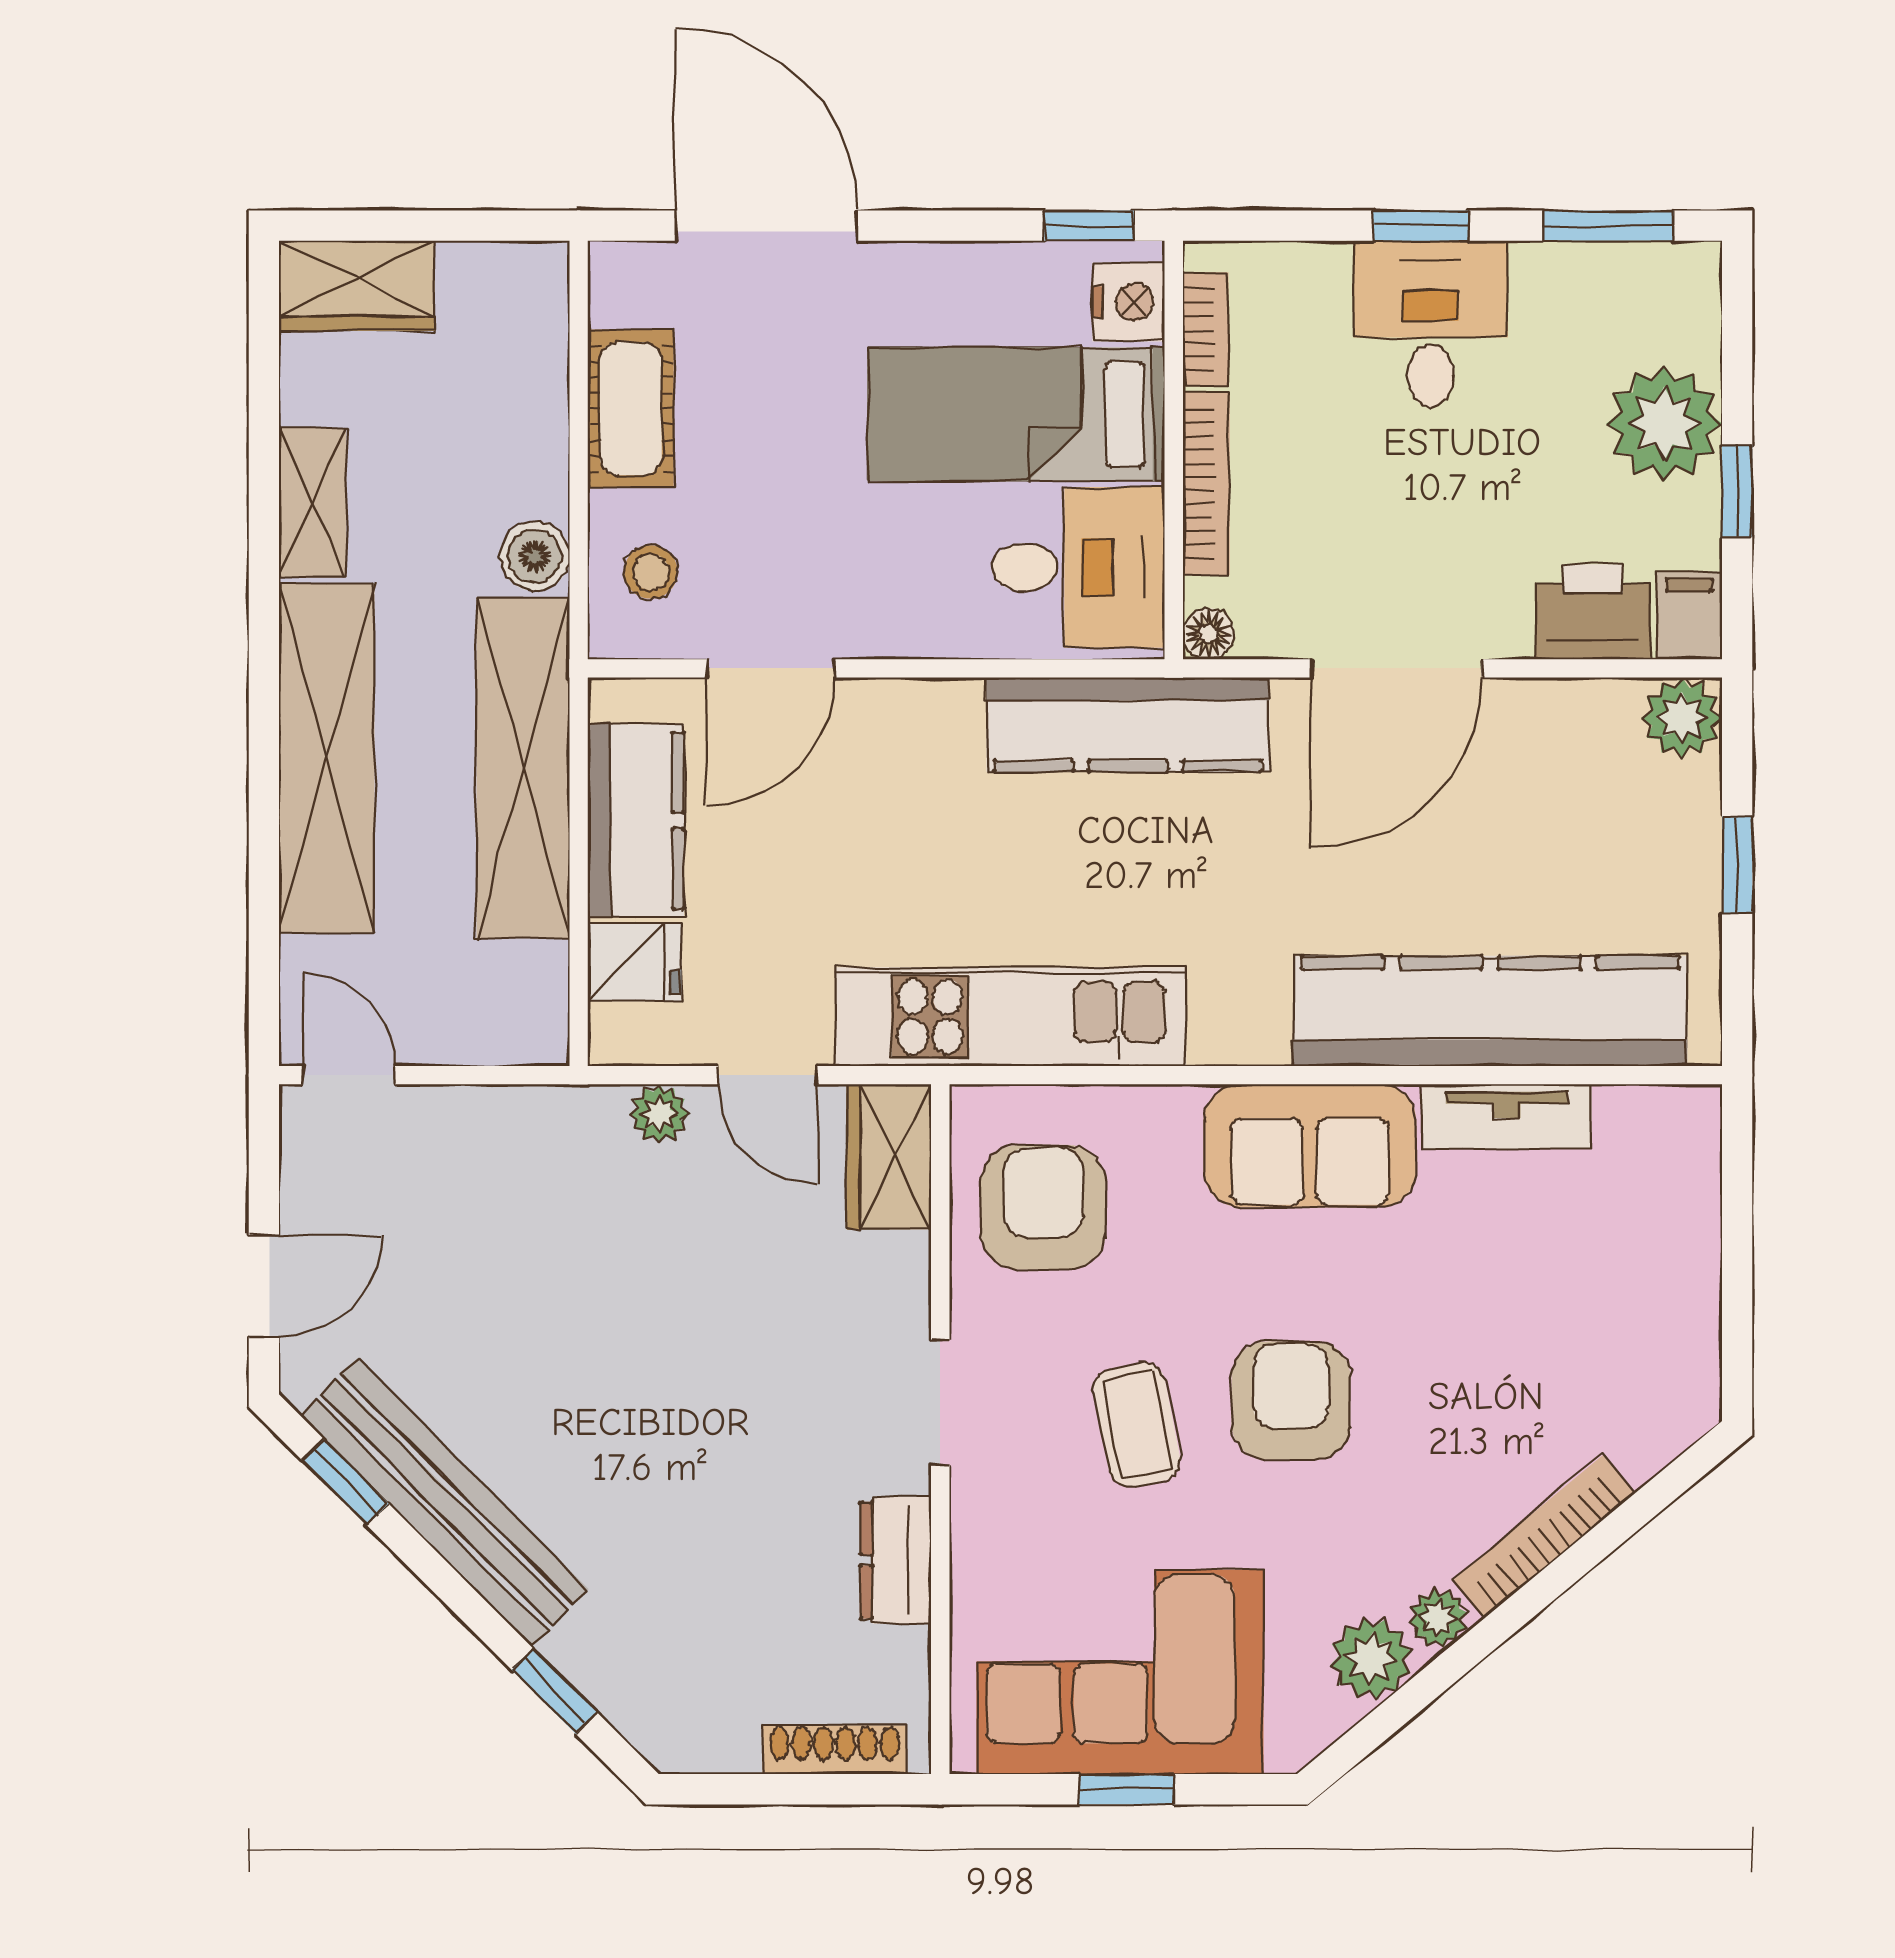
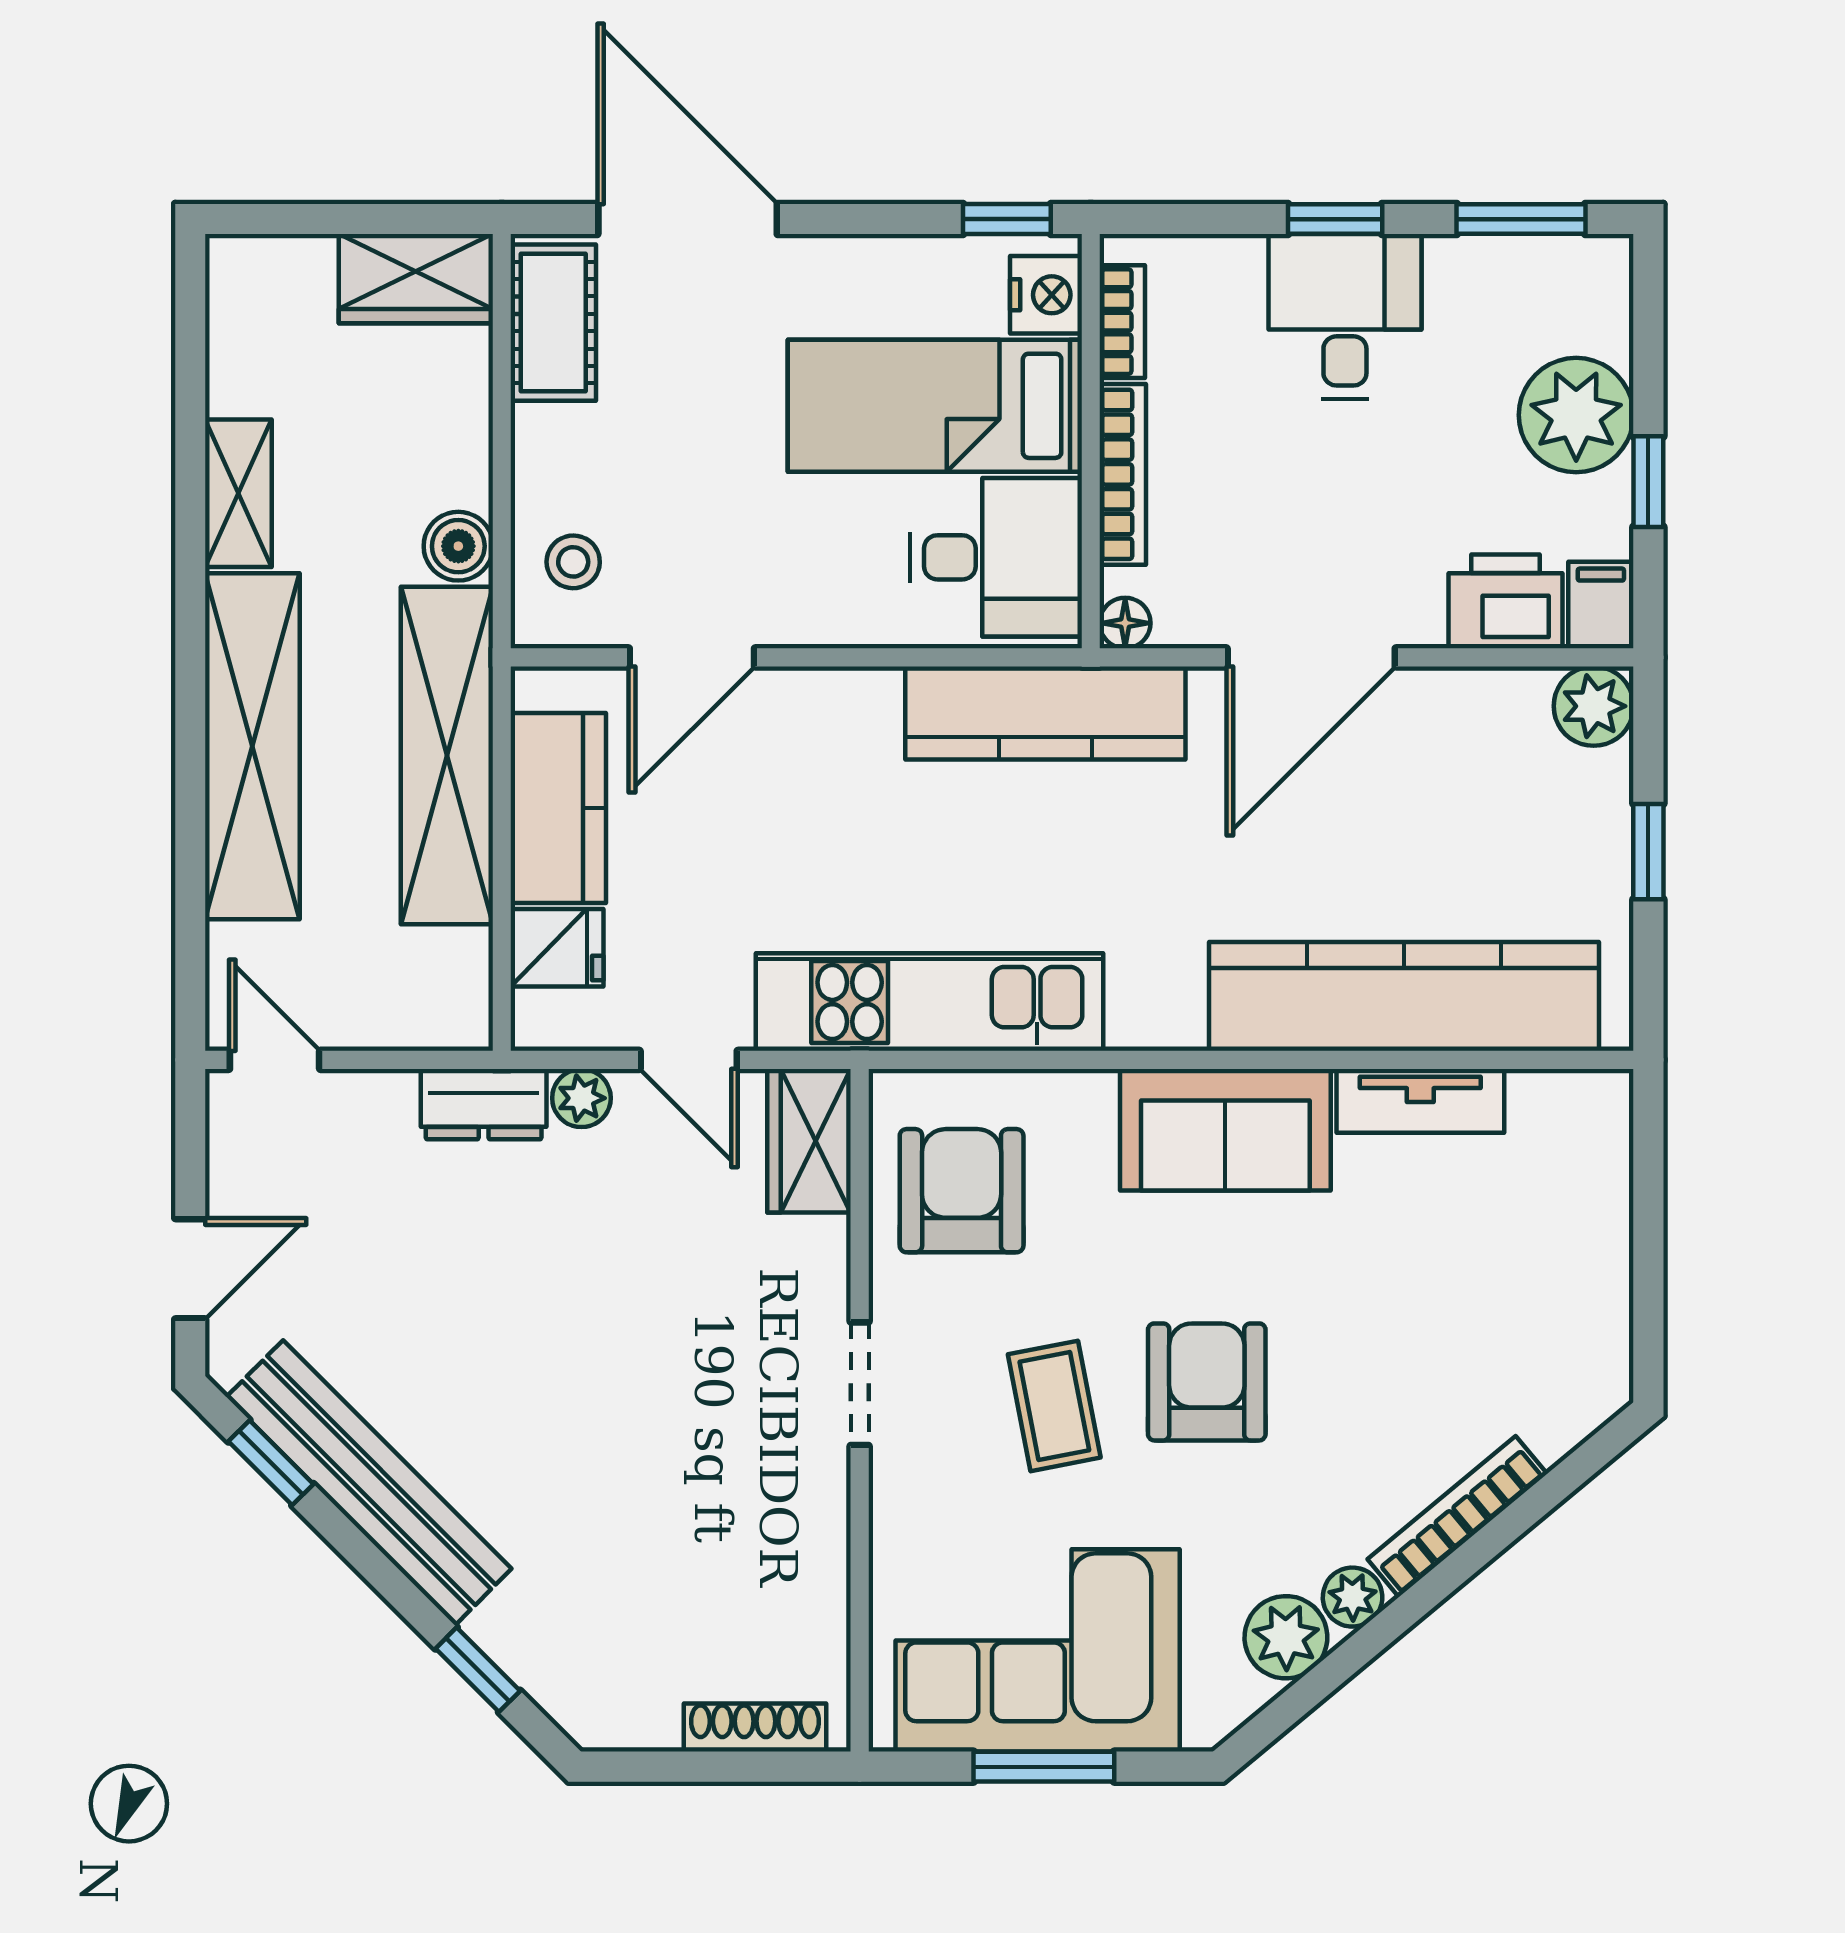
wardrobe: (357, 286) -> (416, 279), moved
cot: (631, 409) -> (553, 323), moved
dresser: (896, 1560) -> (484, 1104), moved, turned -90
window: (1126, 1789) -> (1044, 1767), width x1.50

